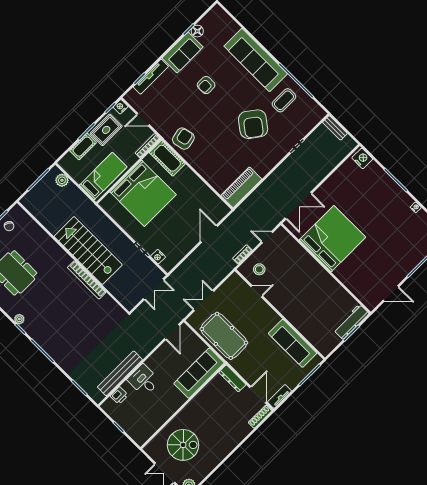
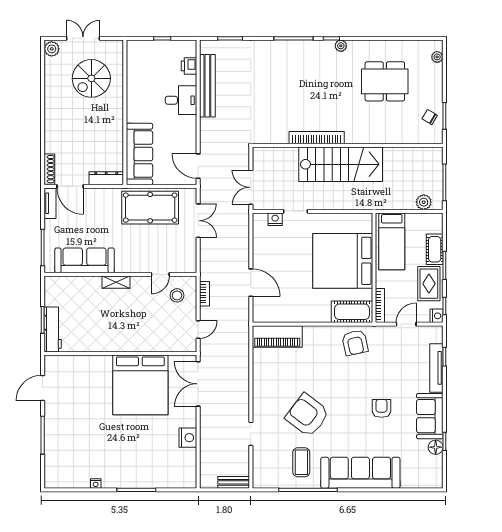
nightstand: (362, 158) -> (188, 438), moved, turned -90
piano: (241, 187) -> (277, 336), moved, turned 90
shelving: (287, 312) -> (116, 282), added

